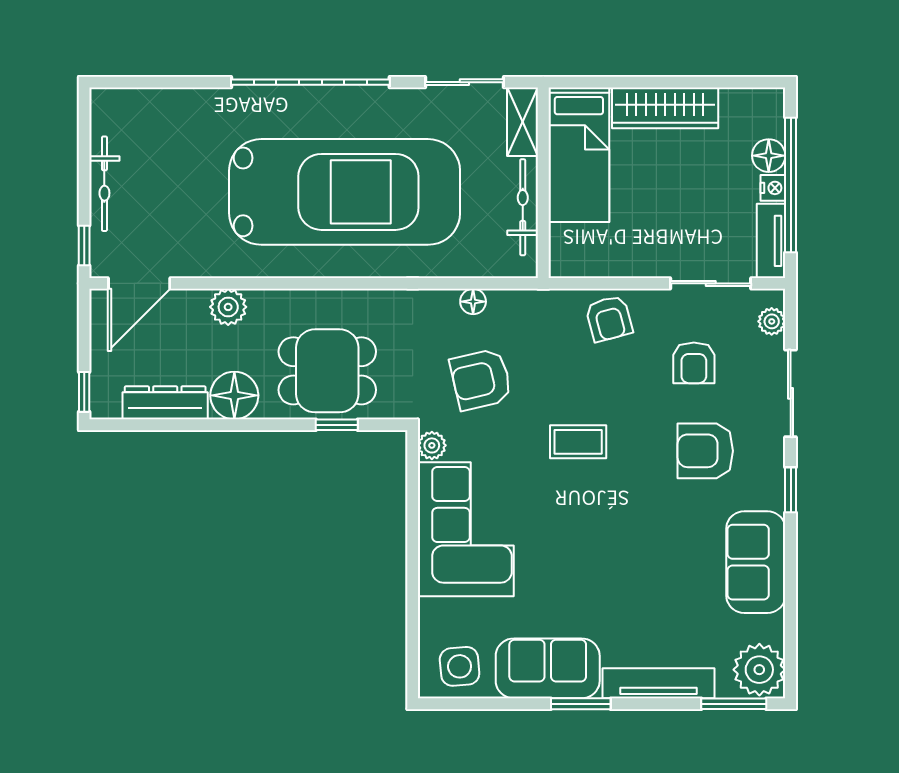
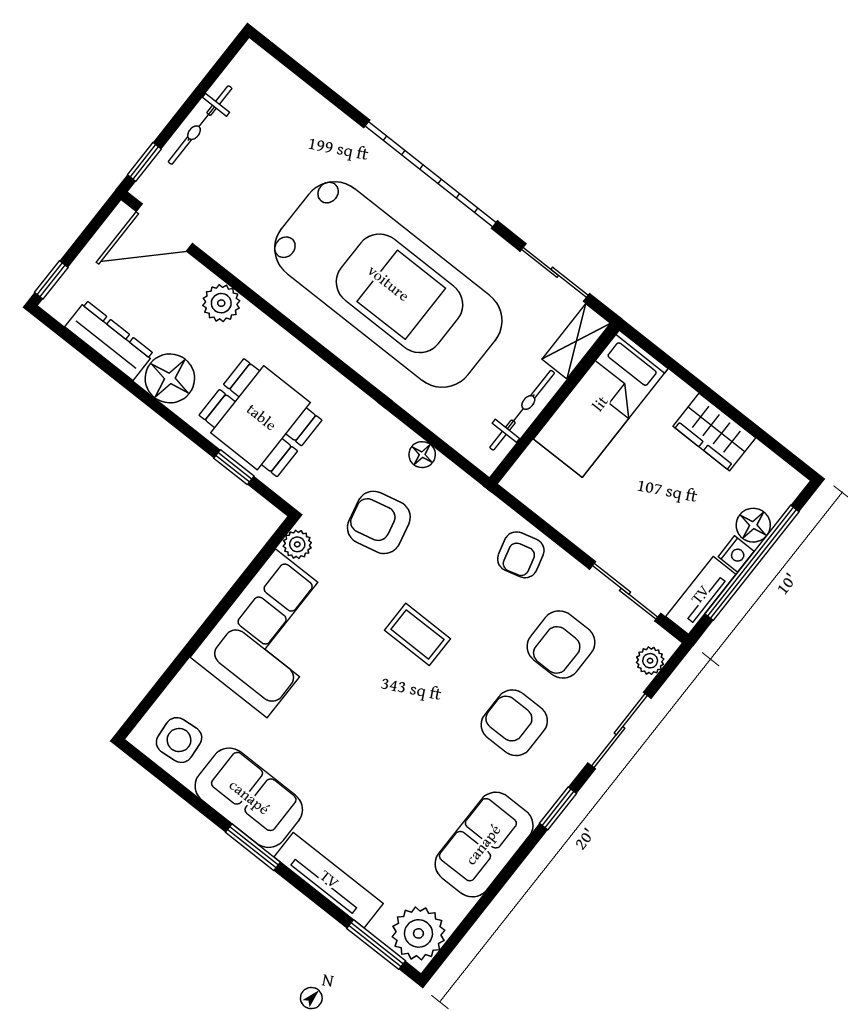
wardrobe: (665, 108) -> (714, 432), width x0.67
armchair: (694, 363) -> (561, 644), width x1.38, depth x1.38

